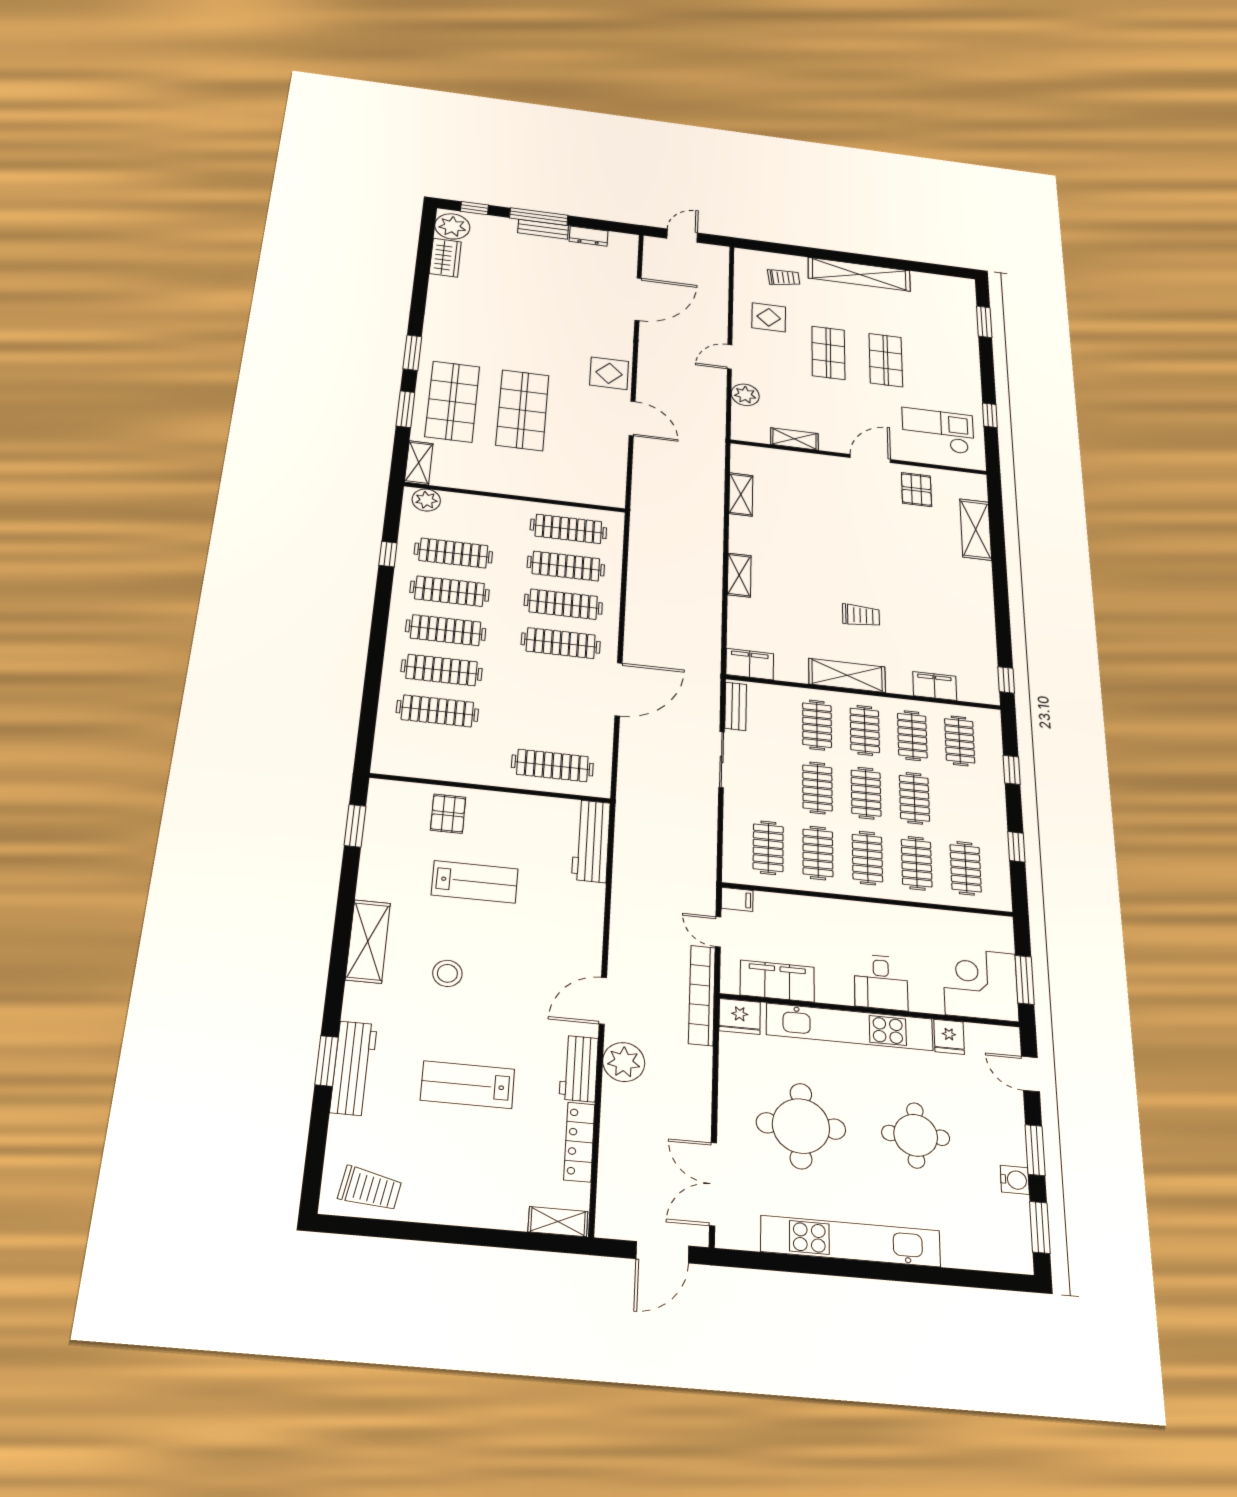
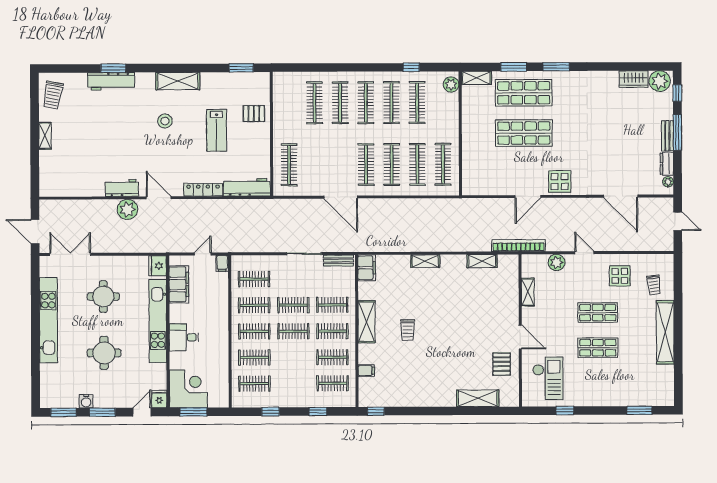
plant: (618, 238) -> (668, 182), added
pallet: (916, 490) -> (502, 364), turned 90
filing cabinet: (935, 686) -> (366, 371), width x0.50
clothes rail: (914, 798) -> (293, 357), removed
bookcase: (702, 995) -> (519, 245), moved
fridge: (949, 1037) -> (159, 399), moved, turned 90
lab bench: (468, 1085) -> (108, 136), removed
round table: (801, 1126) -> (103, 297), width x0.73, depth x0.73
locker: (579, 1142) -> (203, 190), moved
shelving: (558, 1222) -> (45, 136), moved

